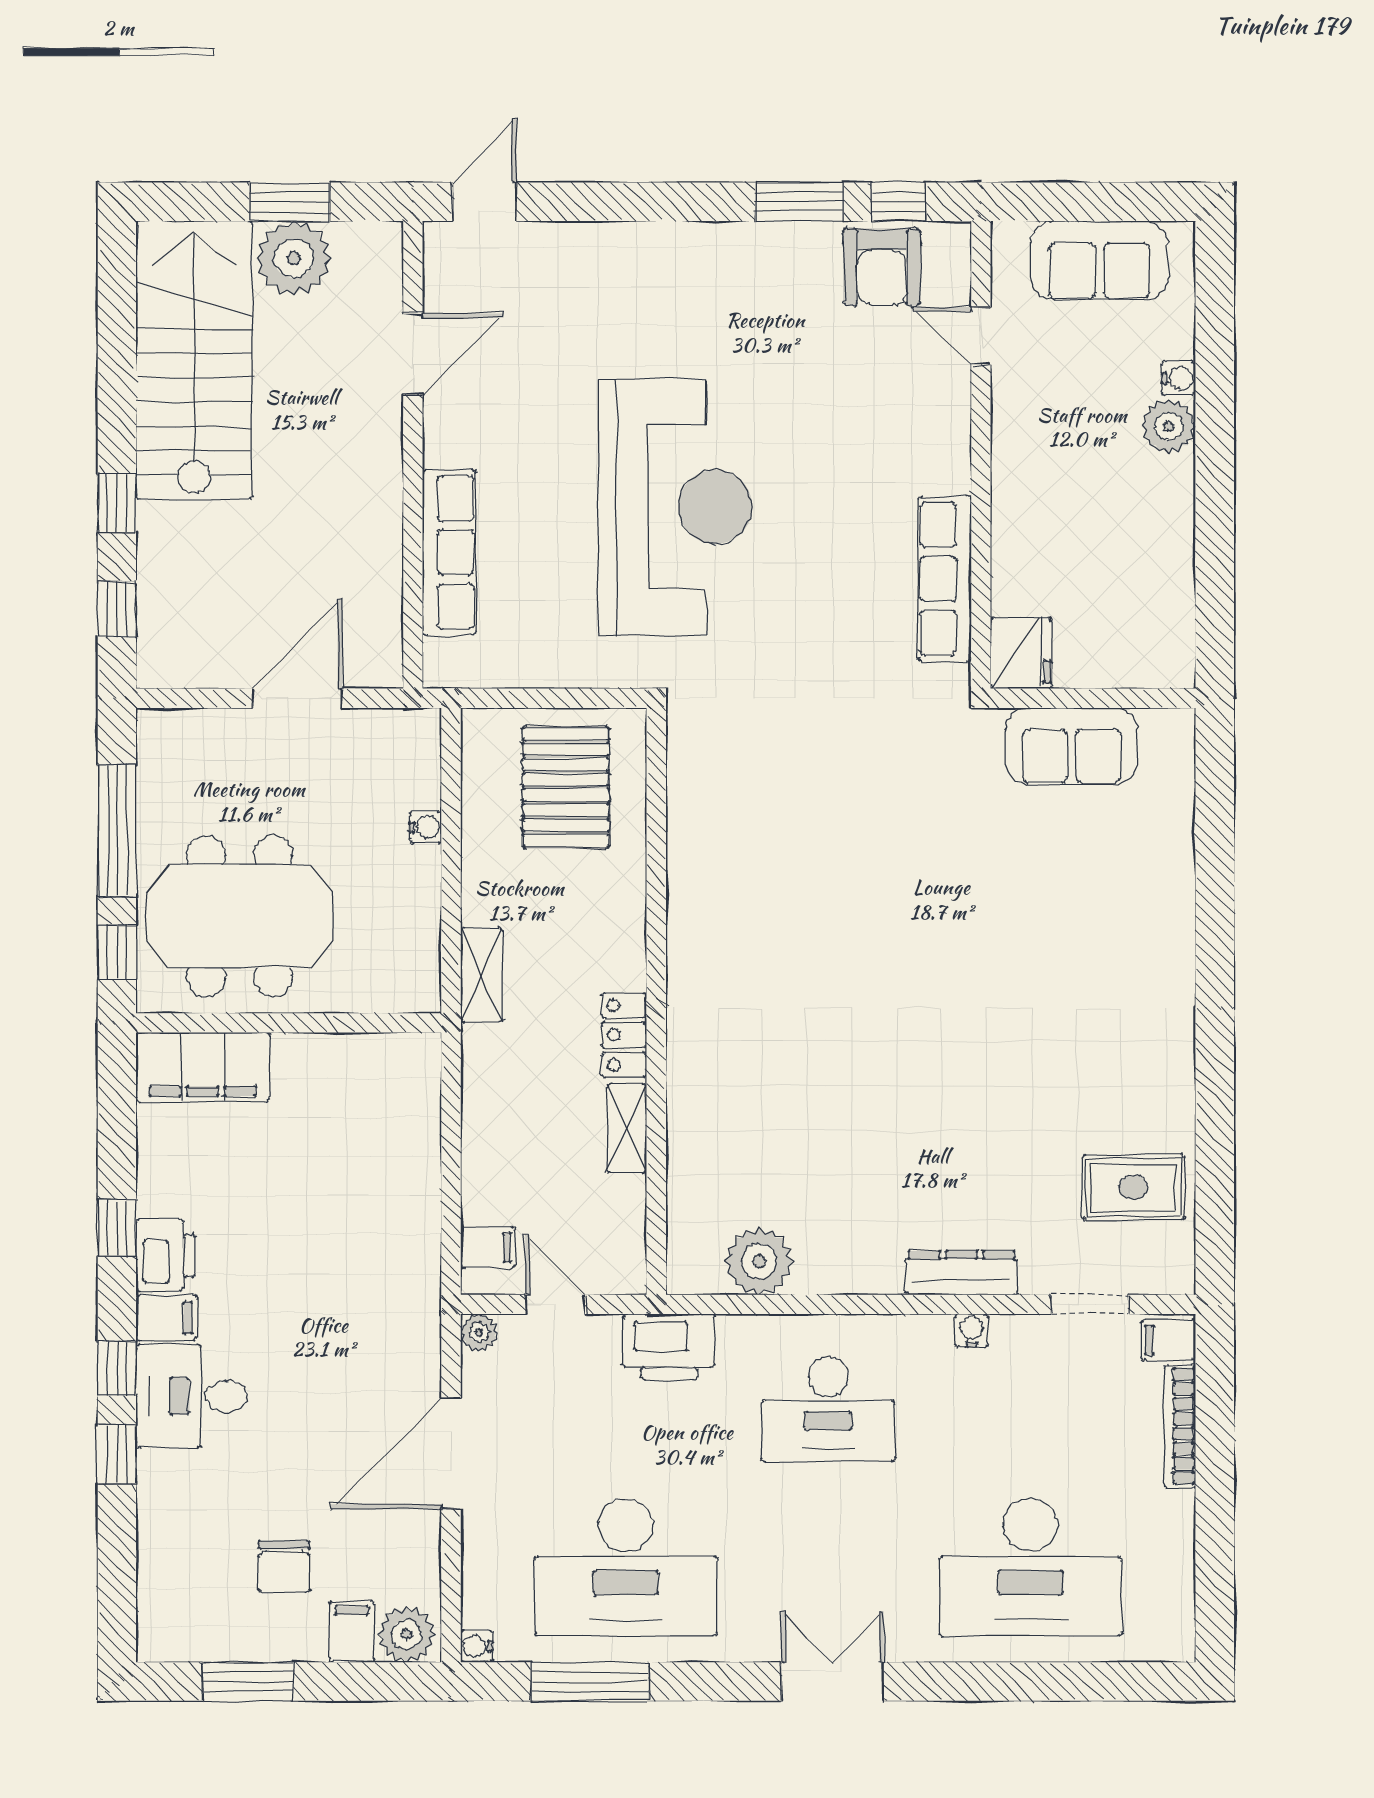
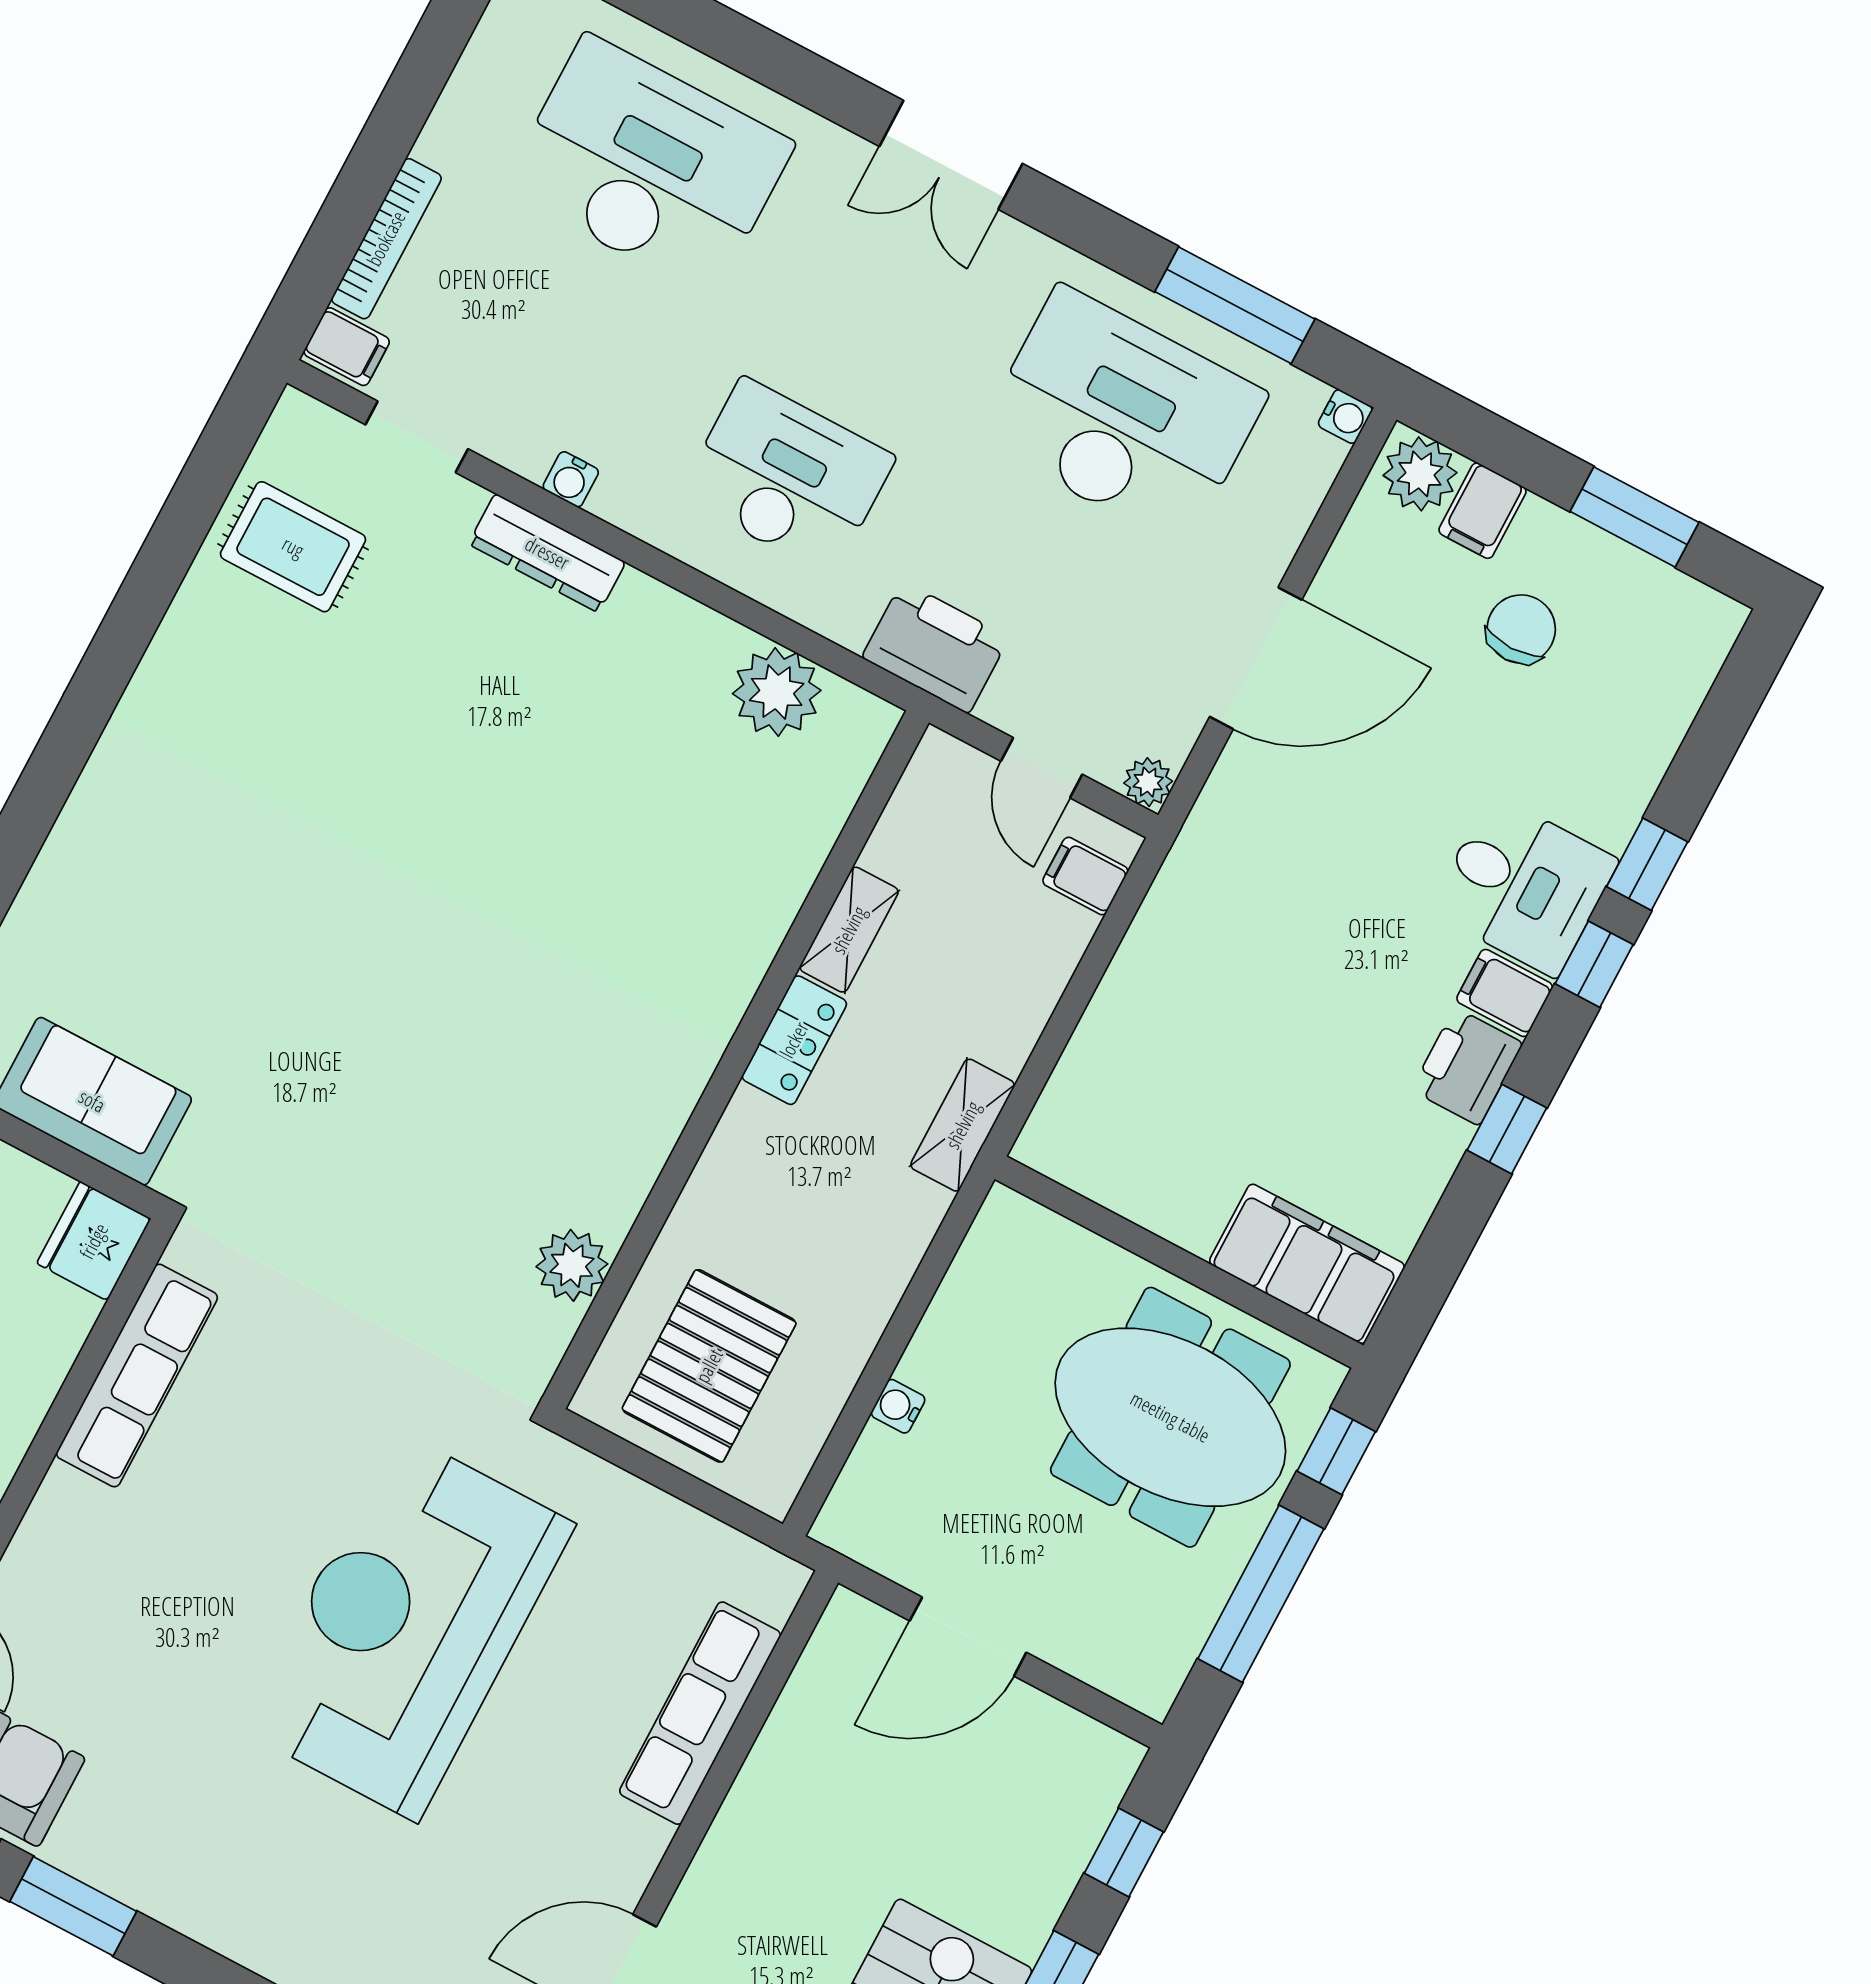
plant: (693, 806) -> (572, 1265), added
shelving: (482, 975) -> (963, 1125), moved

